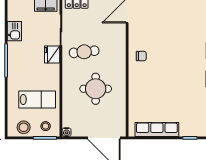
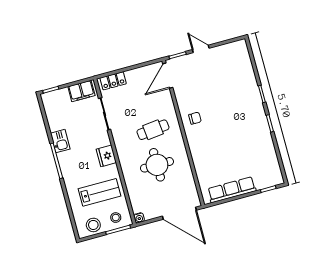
kitchen sink: (14, 31) -> (60, 141), moved
cafe table: (84, 52) -> (153, 130), moved
fridge: (52, 55) -> (106, 156), moved

